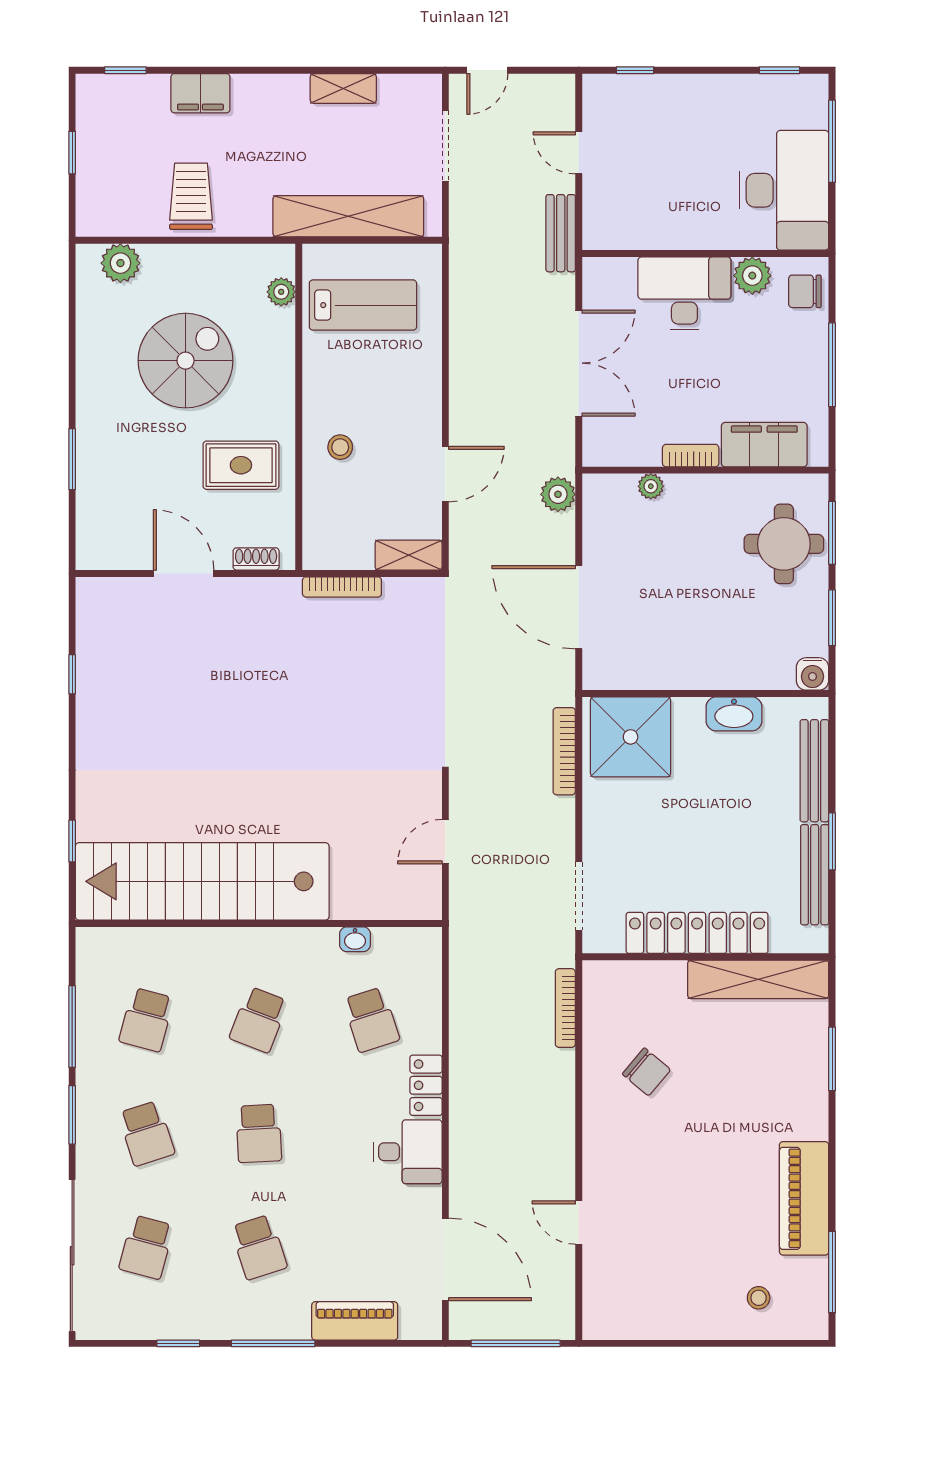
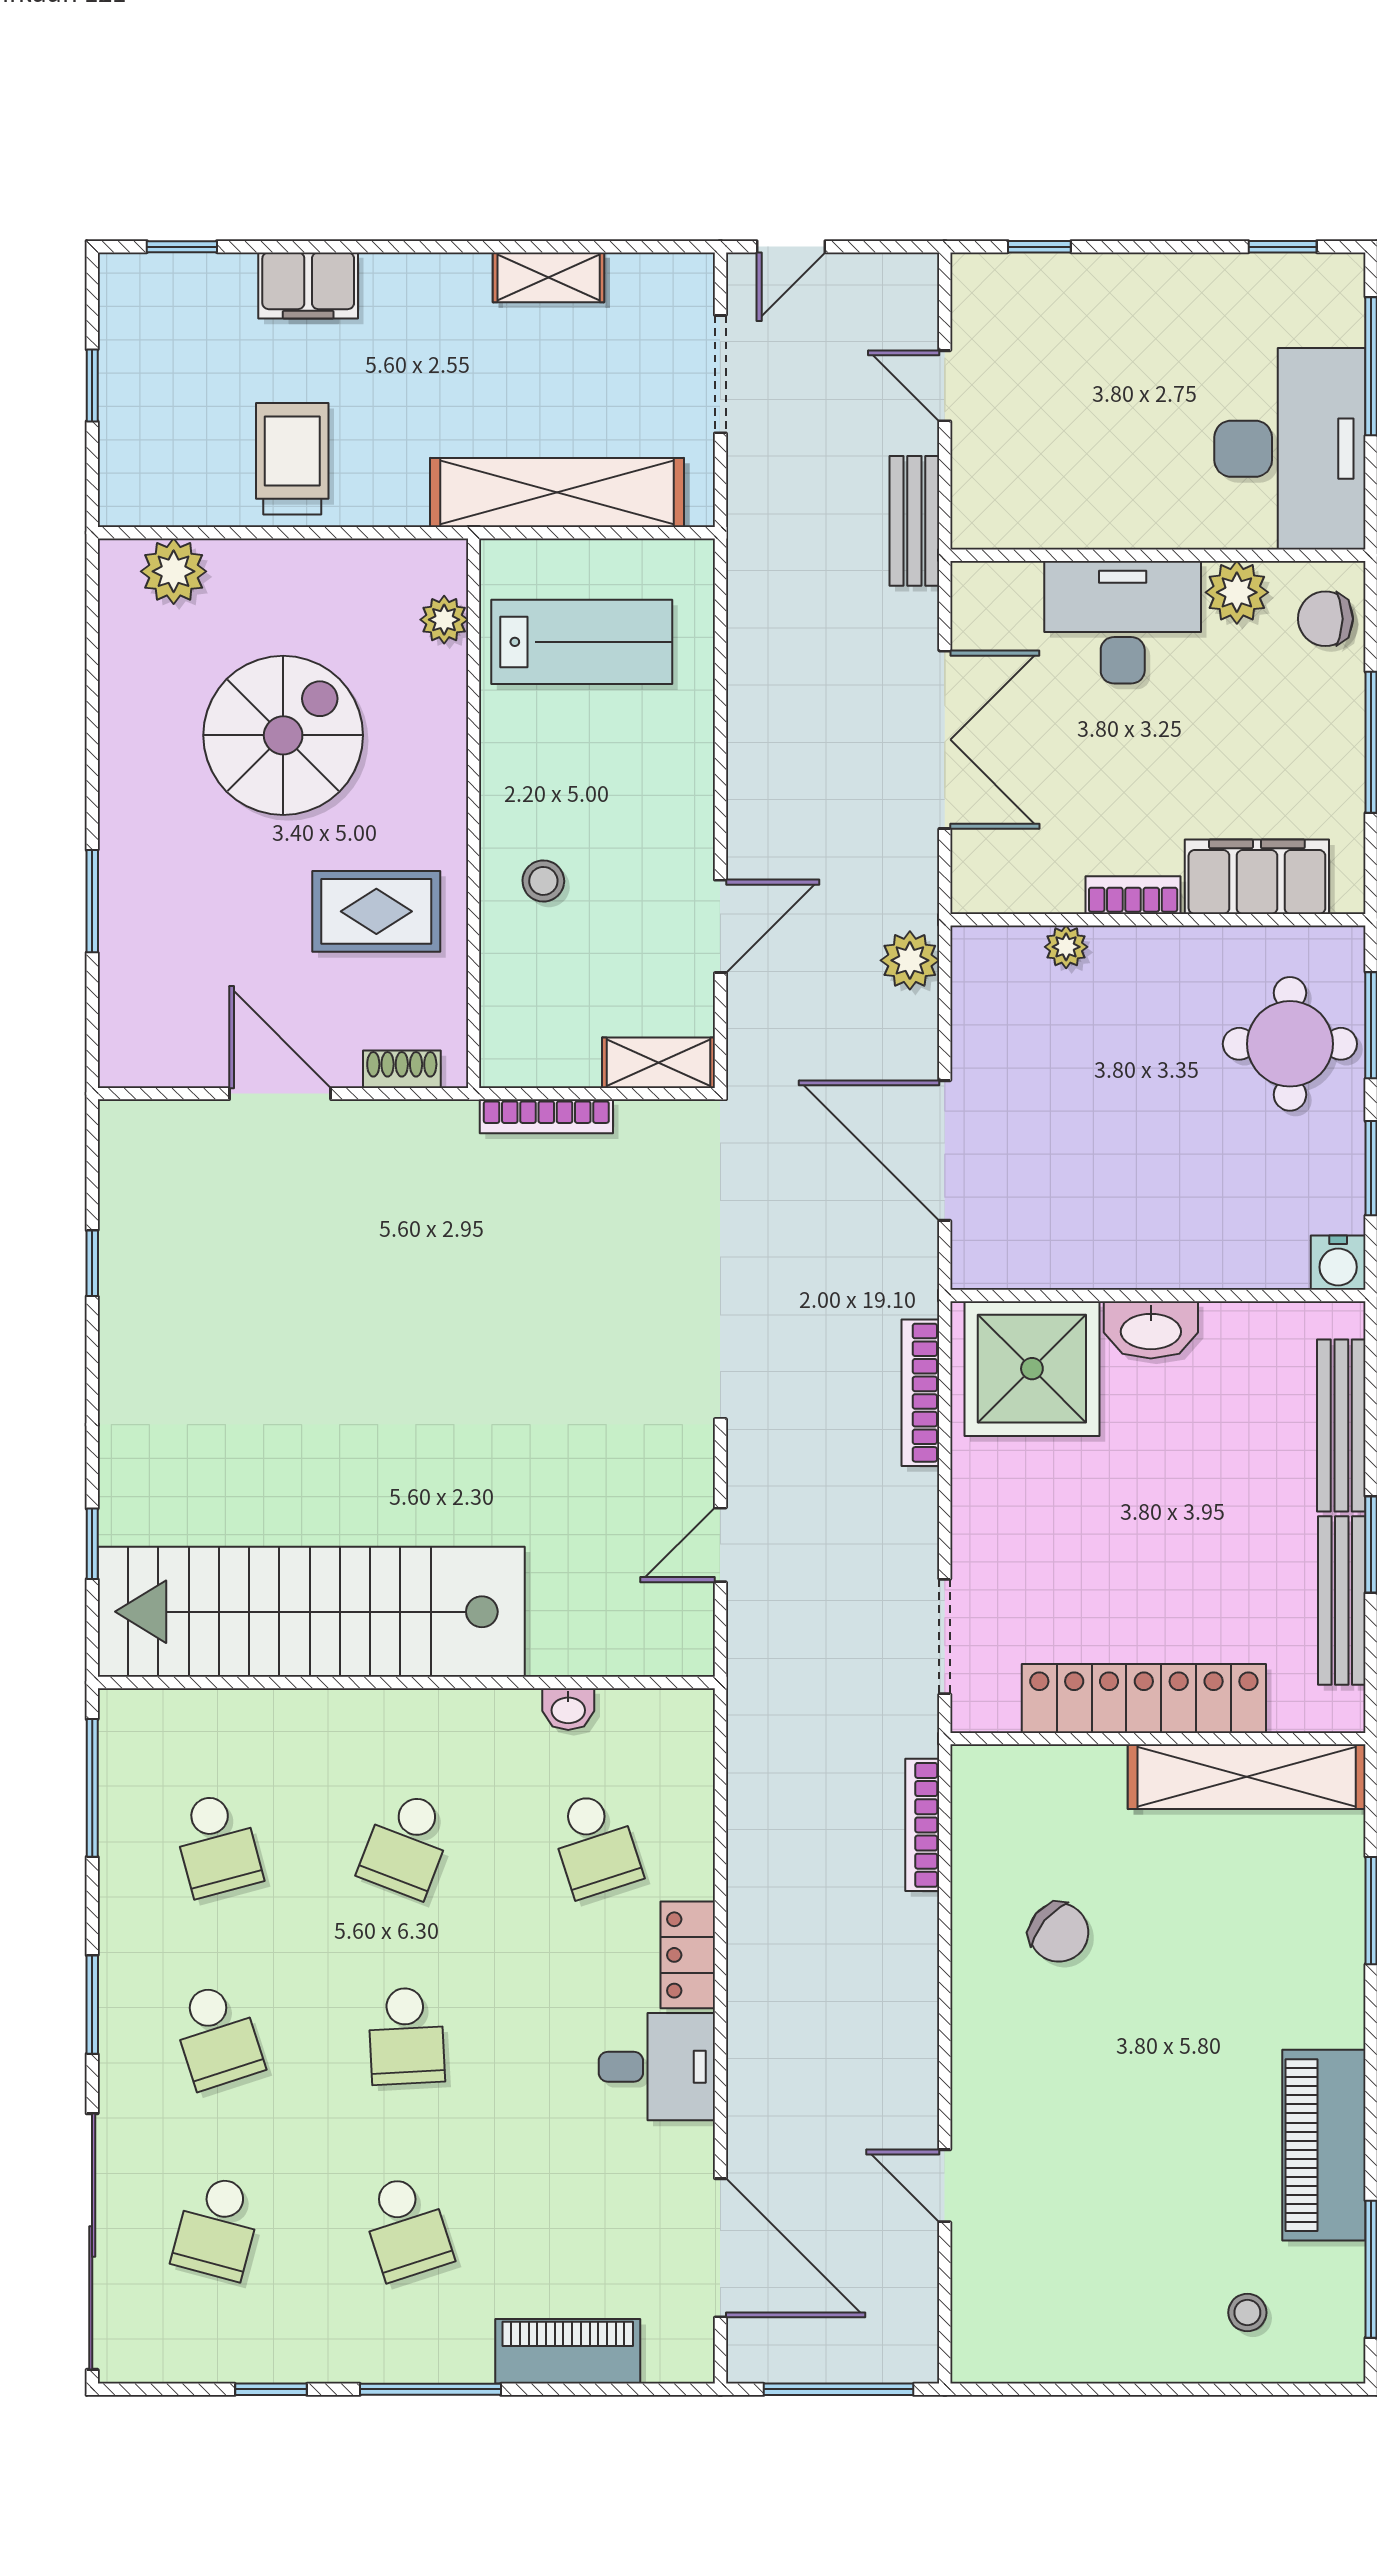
washbasin: (734, 714) -> (1151, 1330), moved
school desk: (146, 1020) -> (217, 1844), turned -30
window: (72, 1027) -> (92, 1788), moved

